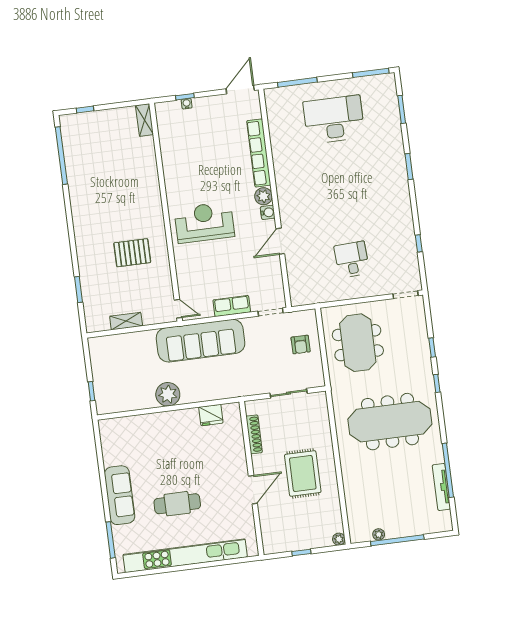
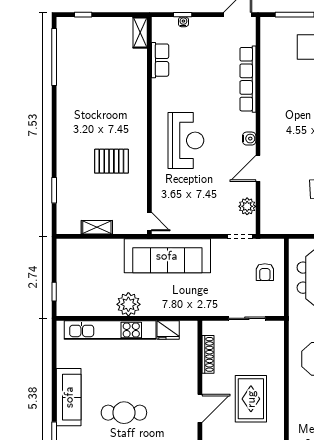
plant: (264, 196) -> (247, 206), moved
reception desk: (204, 222) -> (186, 140), turned 90
row of seats: (232, 306) -> (160, 60), moved, turned 90
kitchen unit: (153, 422) -> (110, 330), added

